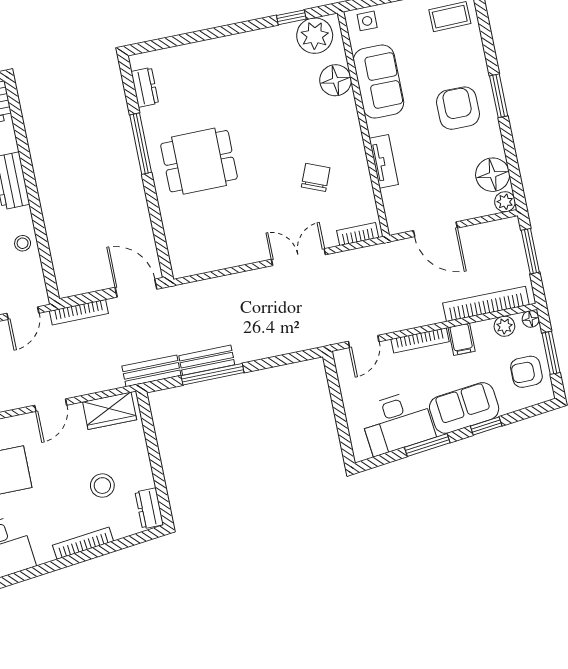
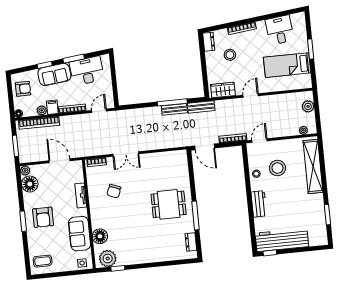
plant: (504, 326) -> (42, 110), moved
window: (551, 353) -> (10, 97), removed

